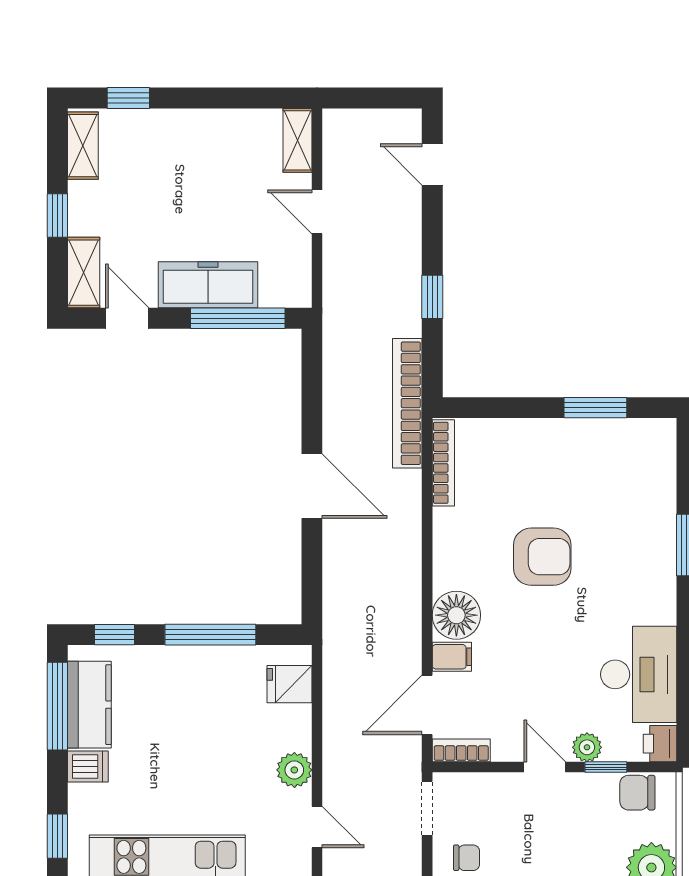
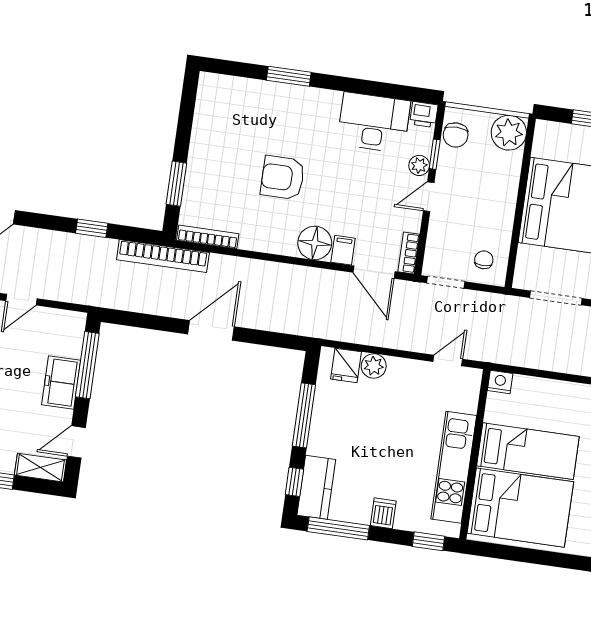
freezer: (208, 285) -> (61, 383), width x0.71
window: (595, 408) -> (176, 184), moved
armchair: (542, 557) -> (283, 178), turned -90
kitchen counter: (89, 705) -> (316, 487), moved, turned 90
plant: (294, 770) -> (374, 366), moved

